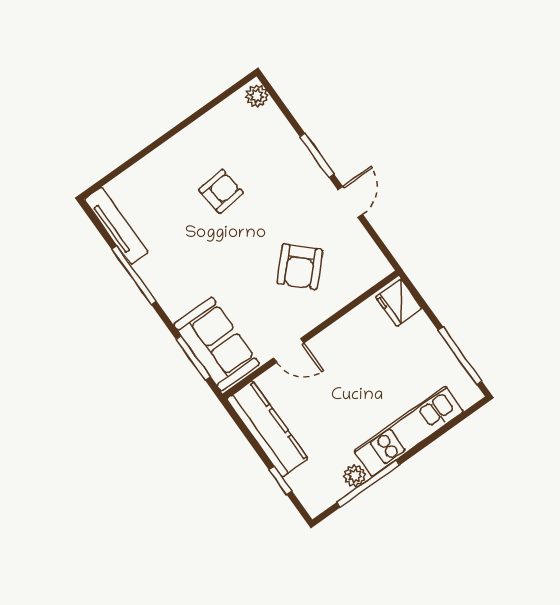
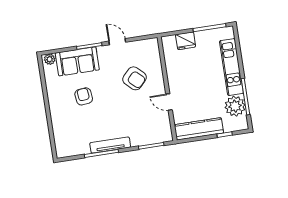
tv unit: (116, 226) -> (110, 145), moved
fridge: (399, 303) -> (186, 41), moved
sofa: (217, 344) -> (77, 61), moved, turned 180
door: (289, 350) -> (169, 102), swing flipped
plant: (355, 476) -> (235, 106), width x1.88, depth x1.88

